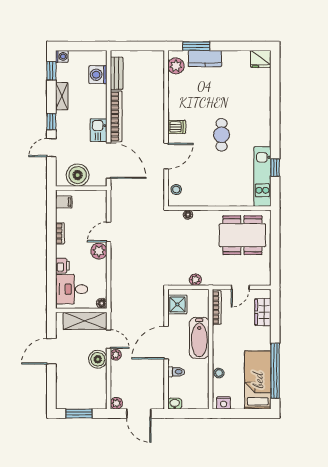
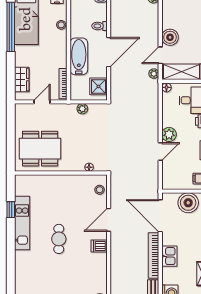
kitchen sink: (99, 130) -> (169, 256), moved
kitchen unit: (262, 177) -> (22, 223), moved
door: (109, 339) -> (160, 55), hinge flipped
plant: (116, 355) -> (154, 74), moved

